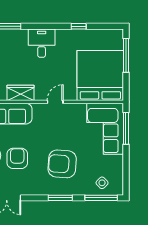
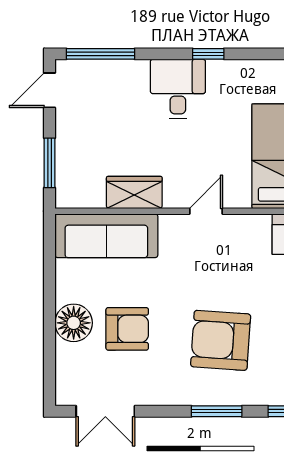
window: (79, 26) -> (208, 54), moved
armchair: (17, 158) -> (127, 329), turned 90

